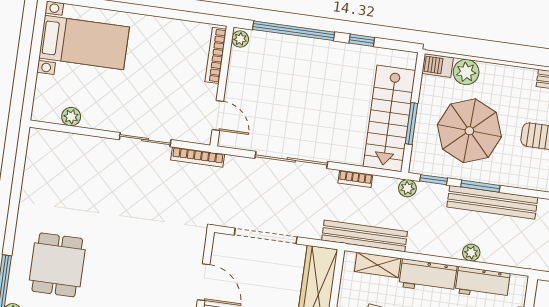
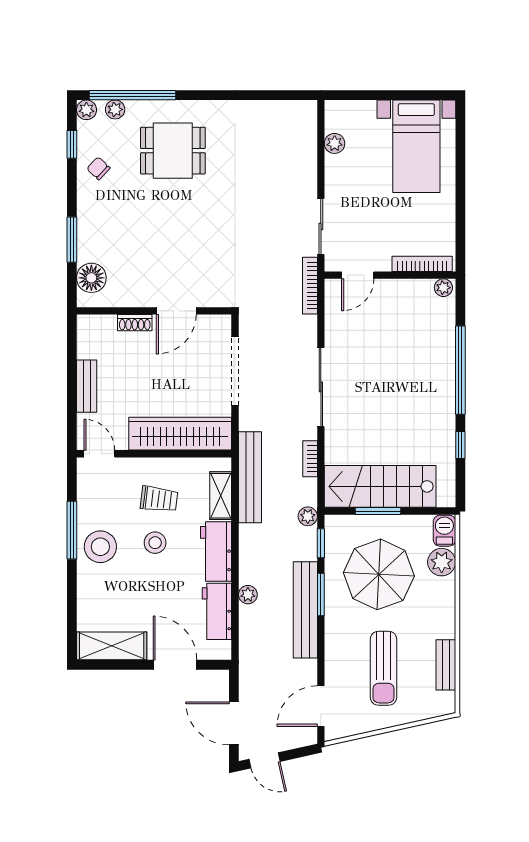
plant: (240, 39) -> (443, 288), moved
bookcase: (216, 55) -> (422, 264), moved
wall: (222, 86) -> (390, 275), moved
door: (218, 115) -> (358, 275), moved

